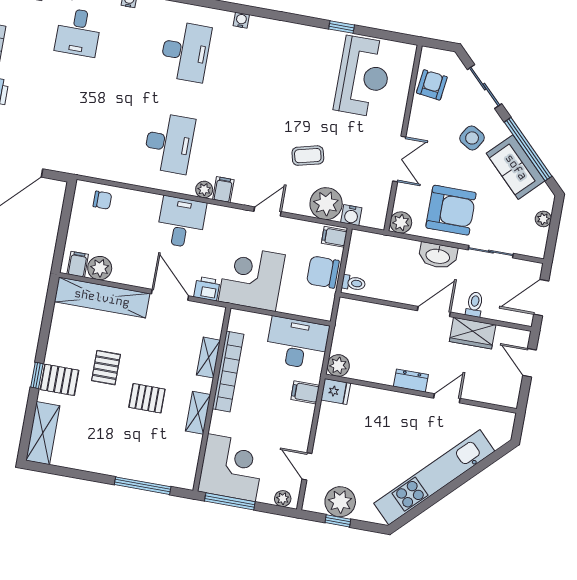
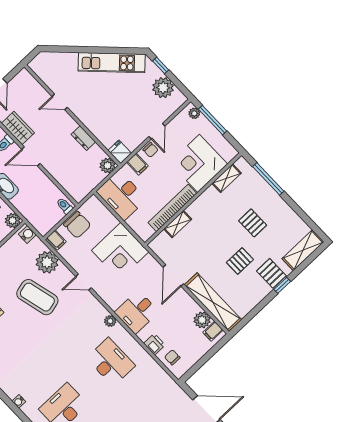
desk: (169, 143) -> (111, 362), turned 90
coffee table: (308, 156) -> (37, 297), width x1.86, depth x1.72
filing cabinet: (223, 190) -> (99, 313), removed
water cooler: (351, 215) -> (27, 234), moved
printer: (207, 289) -> (154, 344), moved, turned 180
dresser: (411, 381) -> (83, 138), moved
pallet: (147, 398) -> (253, 223), moved
shelving: (198, 413) -> (226, 178), moved
chair: (302, 420) -> (151, 150), added
door: (307, 466) -> (157, 131), moved
corner desk: (231, 468) -> (199, 163), moved
kitchen unit: (434, 477) -> (112, 63), width x0.73
window: (230, 501) -> (212, 120), moved
window: (338, 521) -> (161, 65), moved

